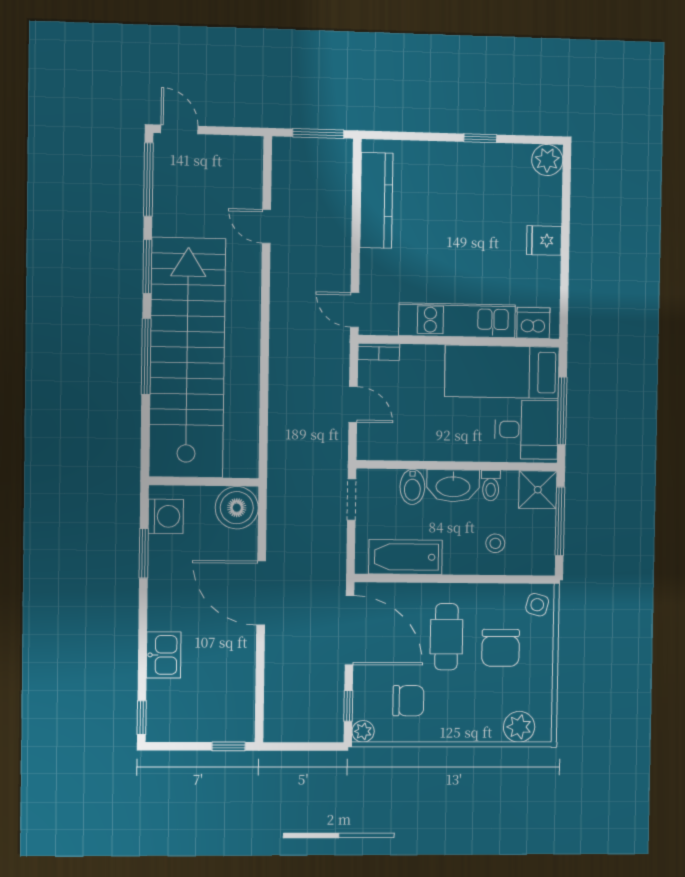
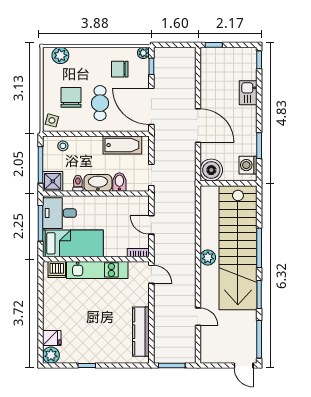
fridge: (544, 240) -> (52, 338), moved
plant: (246, 340) -> (208, 258), added
stool: (495, 543) -> (63, 146), moved

